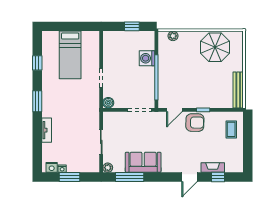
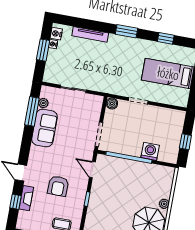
plant: (173, 36) -> (164, 204), moved
armchair: (195, 123) -> (58, 186), moved
tv unit: (47, 130) -> (90, 34), width x1.41
plant: (108, 168) -> (43, 103), moved

